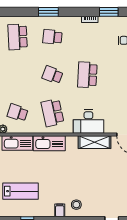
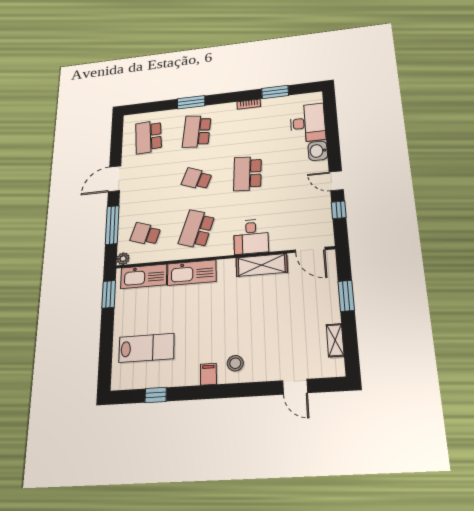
school desk: (52, 37) -> (197, 131), width x1.85
school desk: (52, 113) -> (197, 229), turned 30
desk: (88, 122) -> (251, 237), width x0.73

